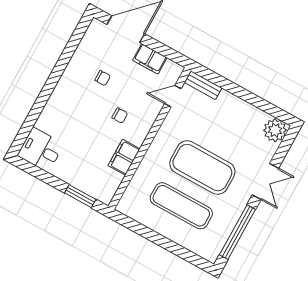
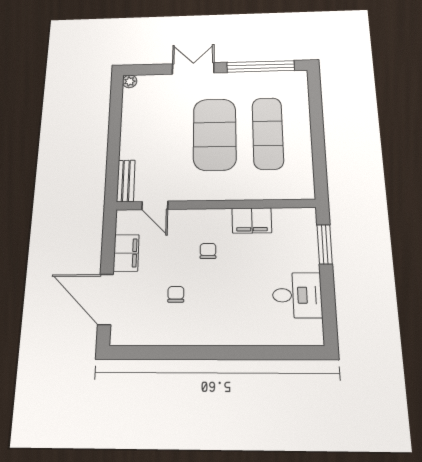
plant: (275, 130) -> (130, 81), width x0.53, depth x0.53
desk: (41, 150) -> (297, 295), moved, turned -90

